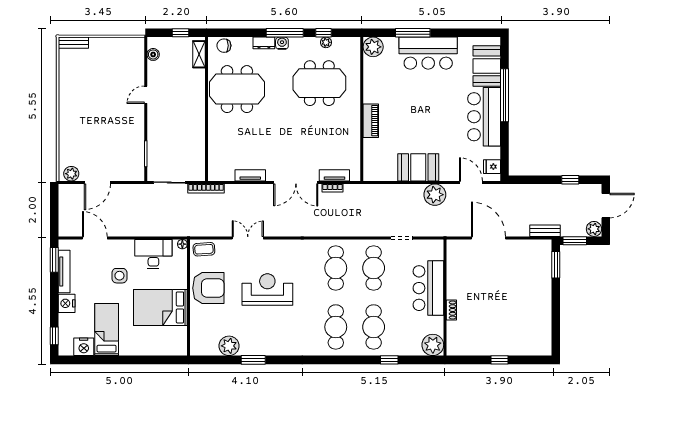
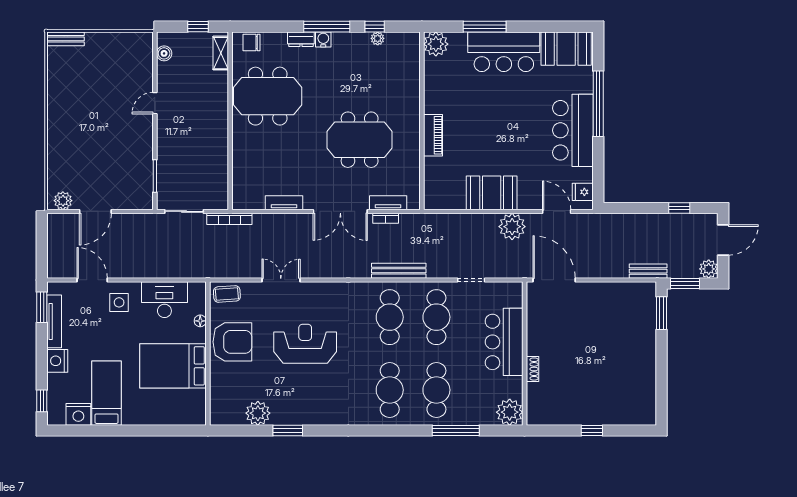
booth: (487, 66) -> (566, 49), moved, turned 90
meeting table: (319, 83) -> (360, 140), moved
bench: (343, 230) -> (399, 271), added
door: (488, 238) -> (554, 280), moved
floor lamp: (182, 244) -> (200, 321), moved
side table: (119, 276) -> (119, 302), moved
window: (389, 360) -> (456, 431), width x2.17

